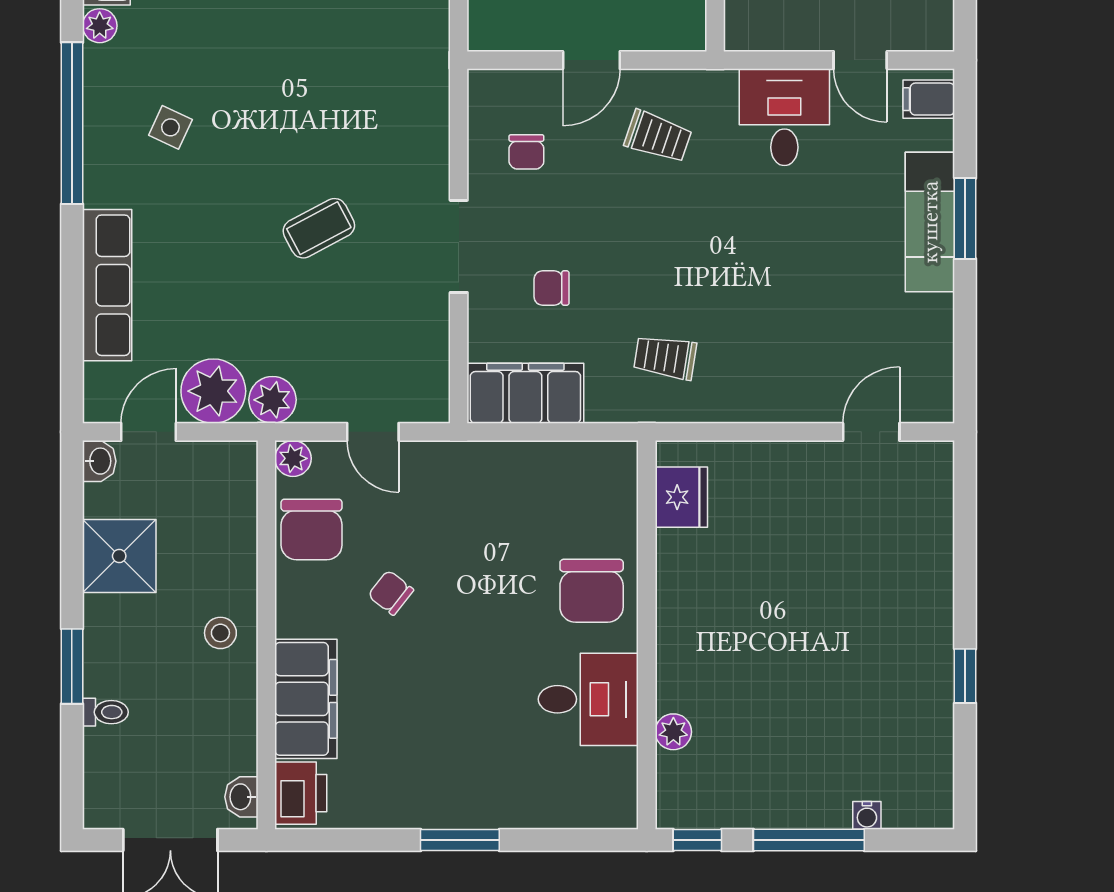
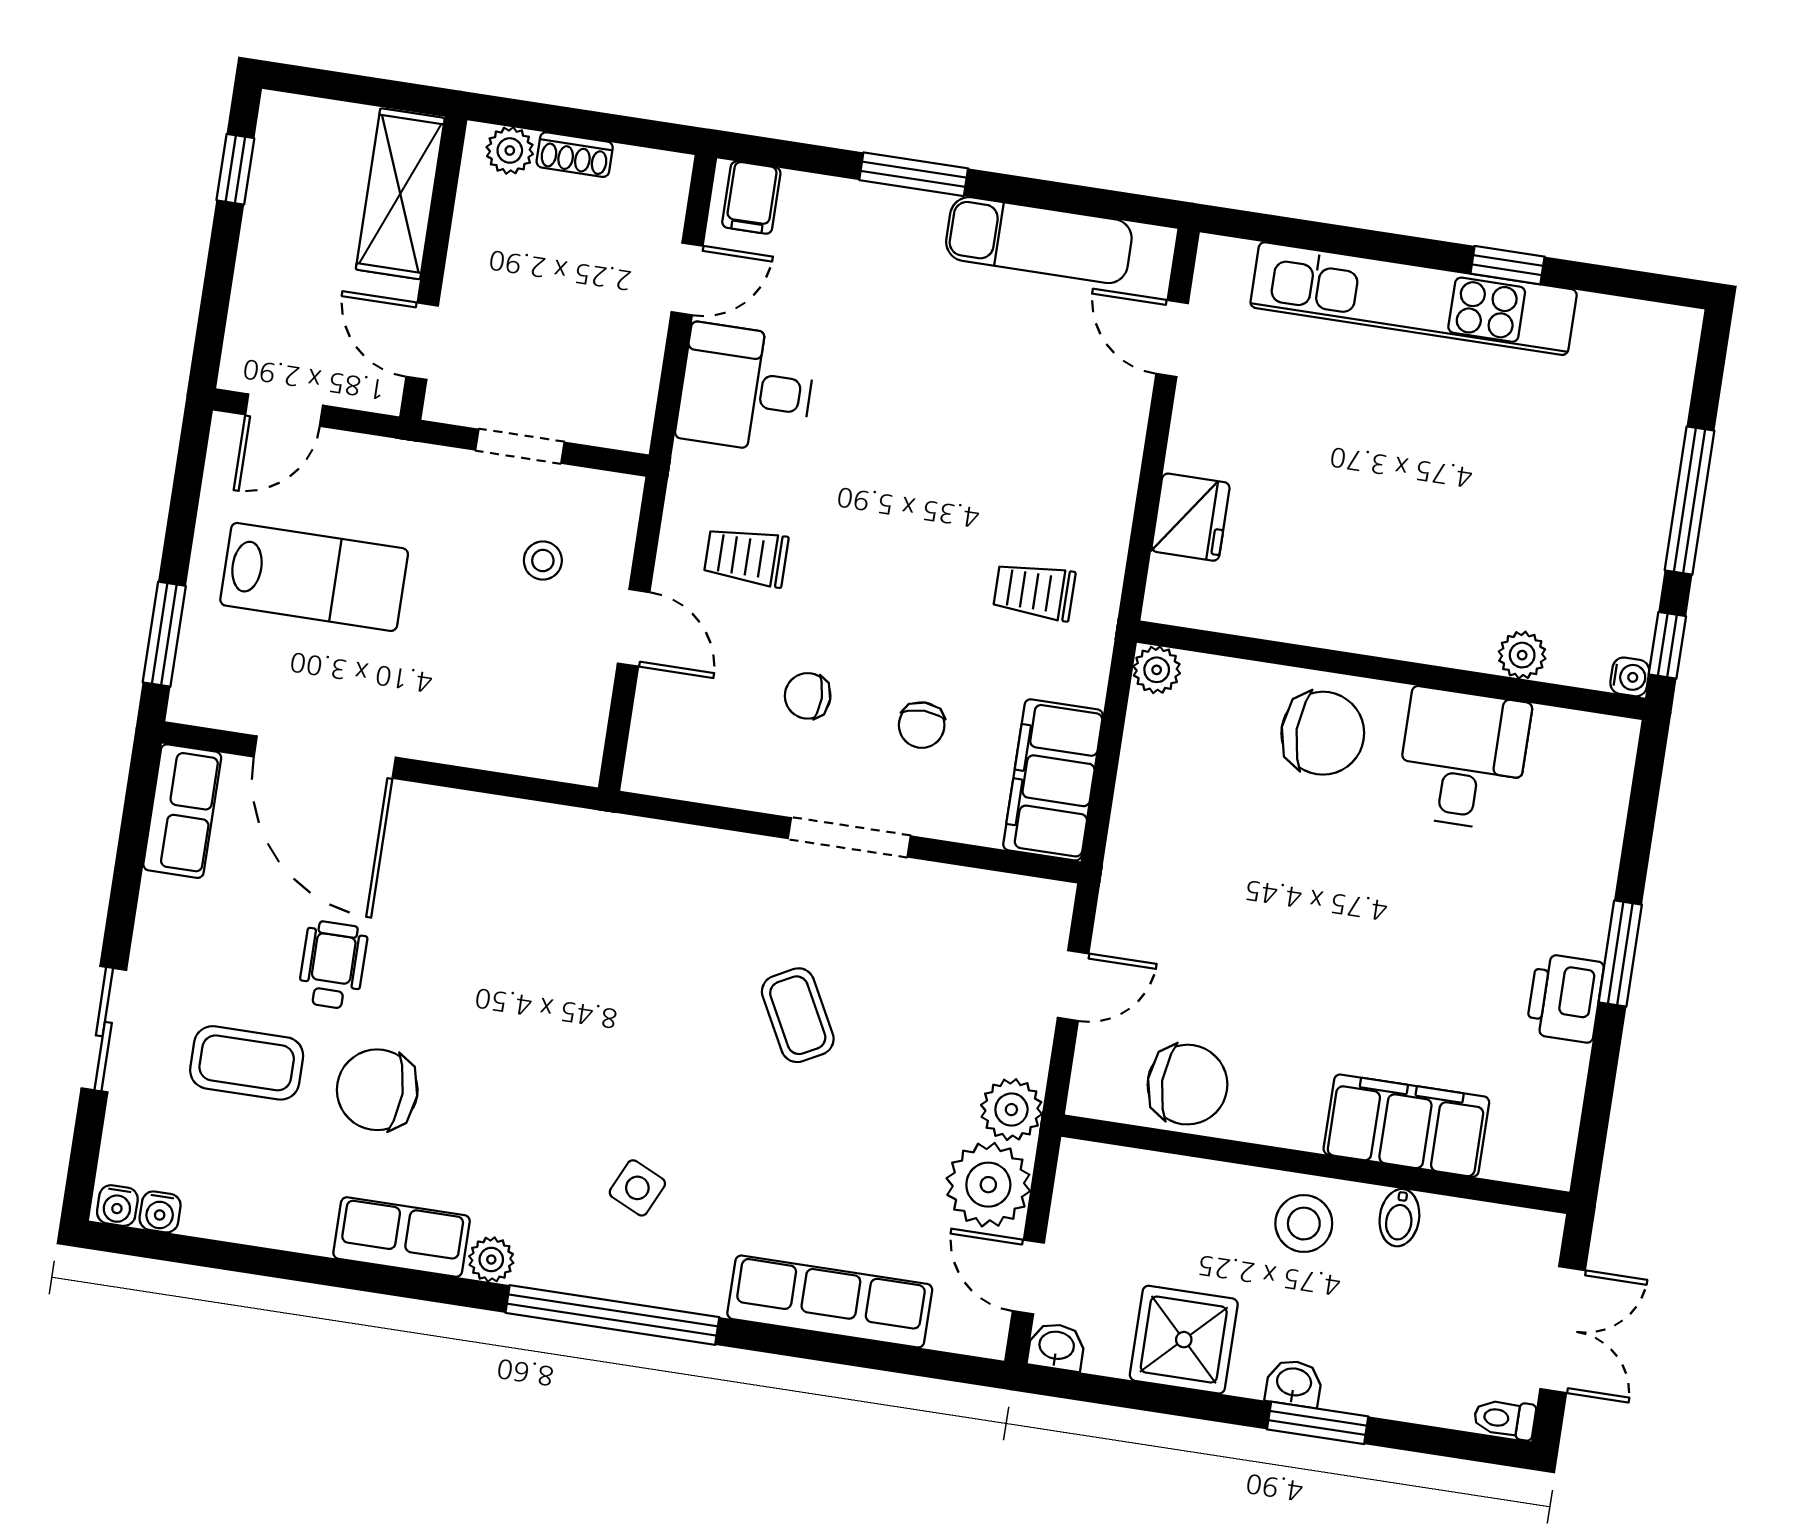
trolley: (658, 137) -> (746, 557), turned -109
chair: (526, 152) -> (808, 696), moved, turned 180
exam couch: (930, 222) -> (1039, 240), moved
trolley: (665, 357) -> (1034, 591), turned 81
plant: (293, 458) -> (1157, 670), moved
fridge: (681, 497) -> (1191, 517), moved, turned 90
chair: (391, 593) -> (1285, 994), removed
kitchen unit: (929, 609) -> (1414, 299), added
stool: (220, 633) -> (1304, 1224), width x1.37, depth x1.37
bidet: (236, 704) -> (1399, 1218), added
toilet: (105, 712) -> (1505, 1419), moved, turned -90
printer: (301, 793) -> (1565, 998), moved, turned -90
washbasin: (241, 797) -> (1294, 1383), moved, turned 180
water cooler: (867, 815) -> (1630, 677), moved

